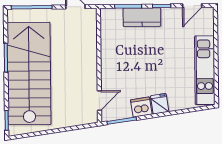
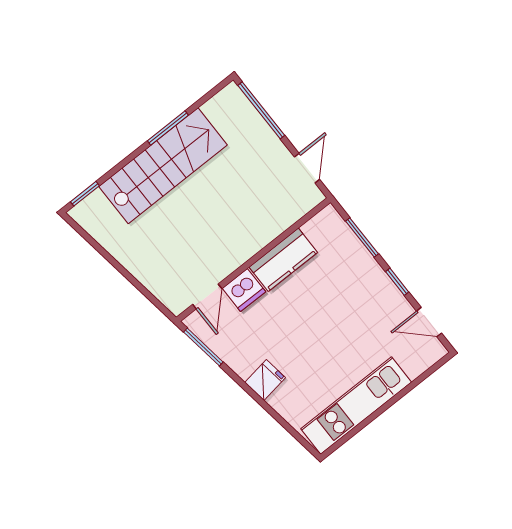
kitchen counter: (142, 17) -> (283, 260), moved, turned -90
stairs: (29, 73) -> (163, 166), width x0.73, depth x0.66
door: (99, 100) -> (207, 296), hinge flipped
dishwasher: (141, 107) -> (244, 290), moved, turned 98

